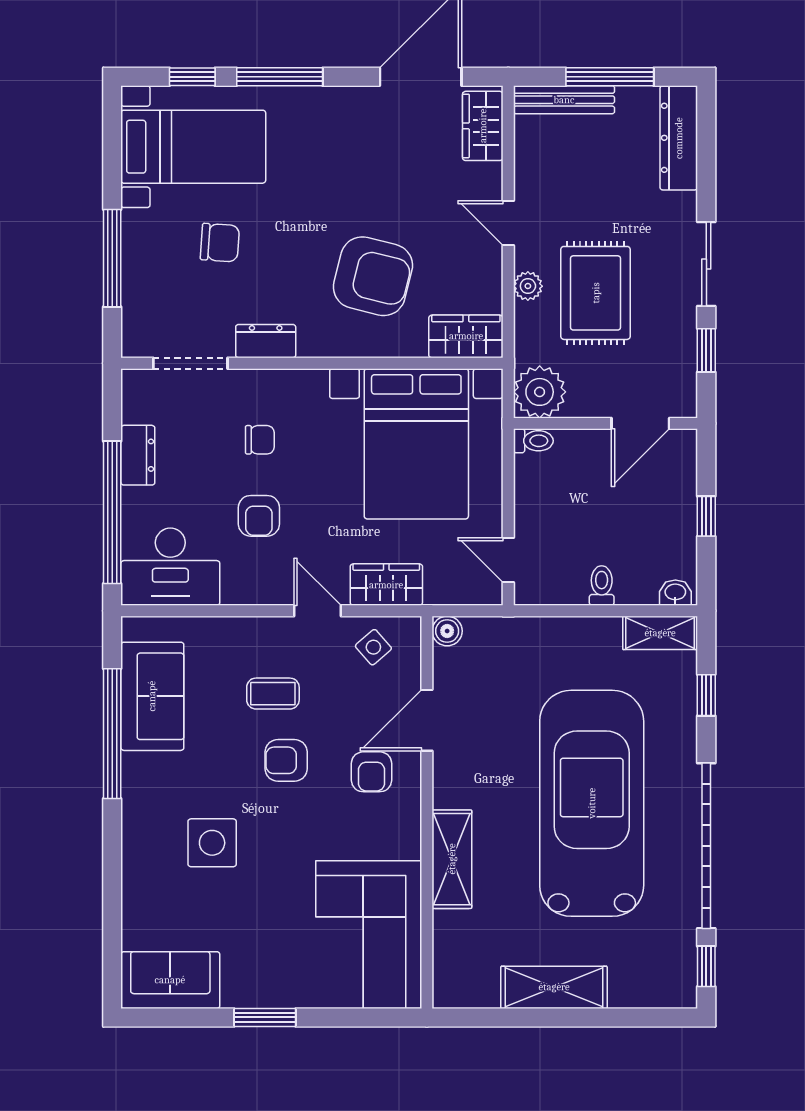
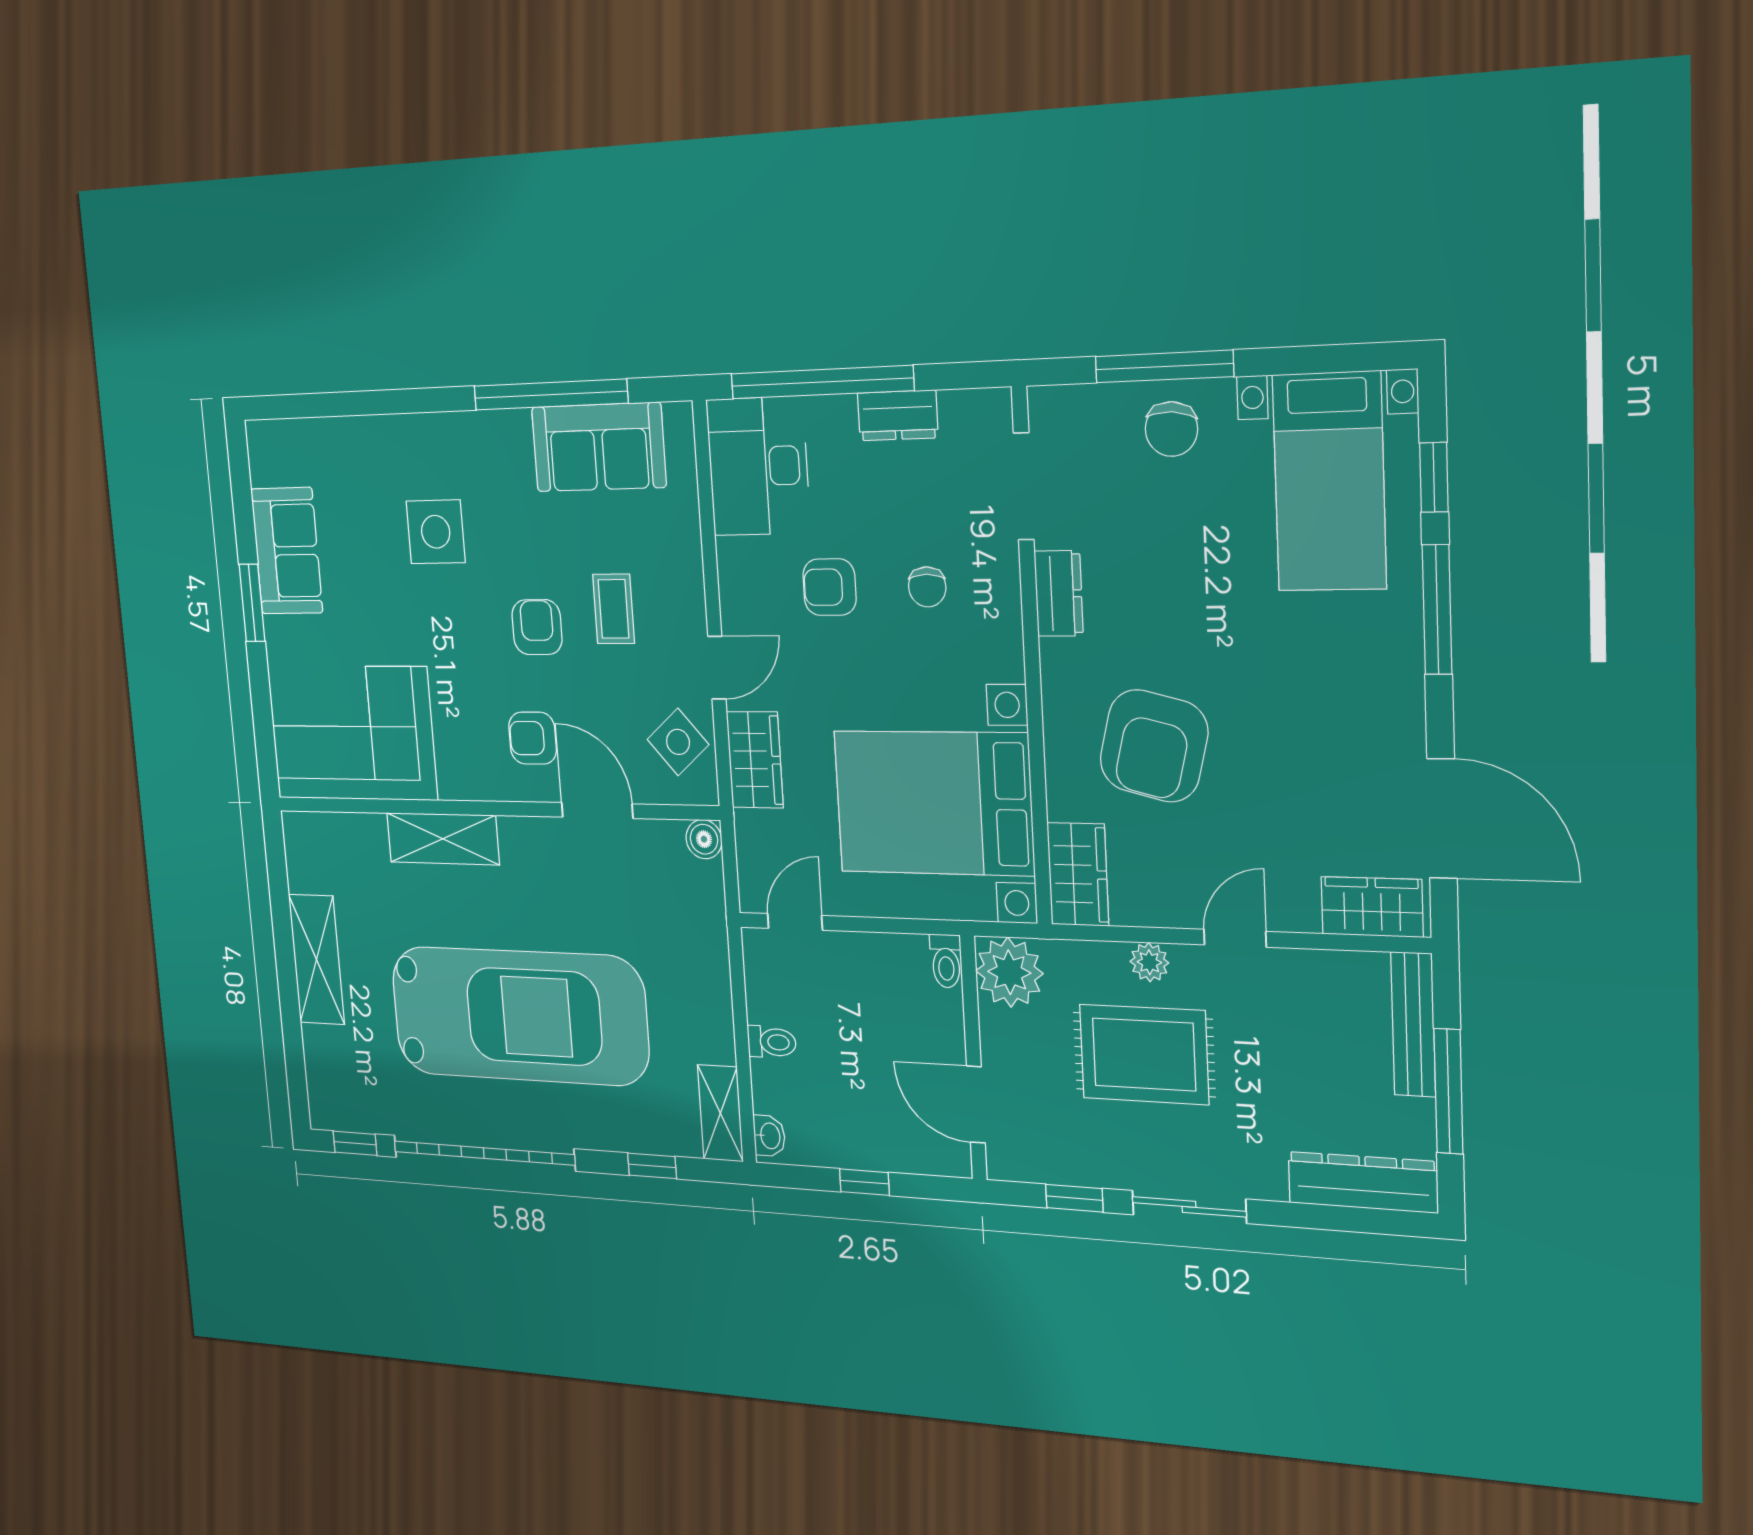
chair: (220, 243) -> (1171, 429), moved
side table: (373, 647) -> (678, 742), width x1.37, depth x1.37
sofa: (170, 980) -> (287, 551), moved

